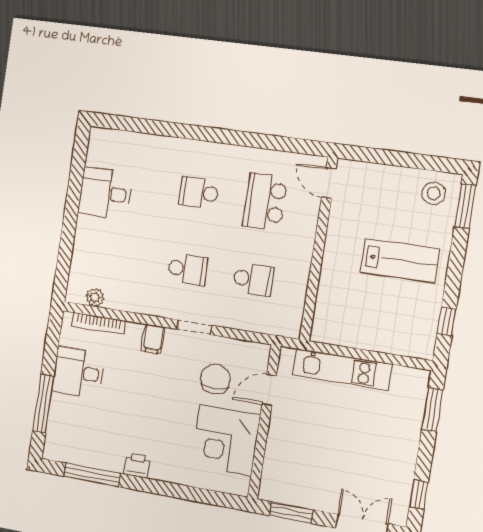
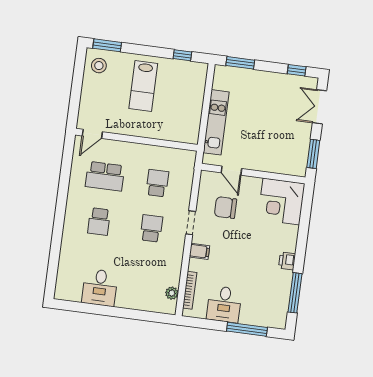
lab bench: (400, 261) -> (143, 86), turned 180
corner desk: (226, 440) -> (281, 201), moved, turned 90

